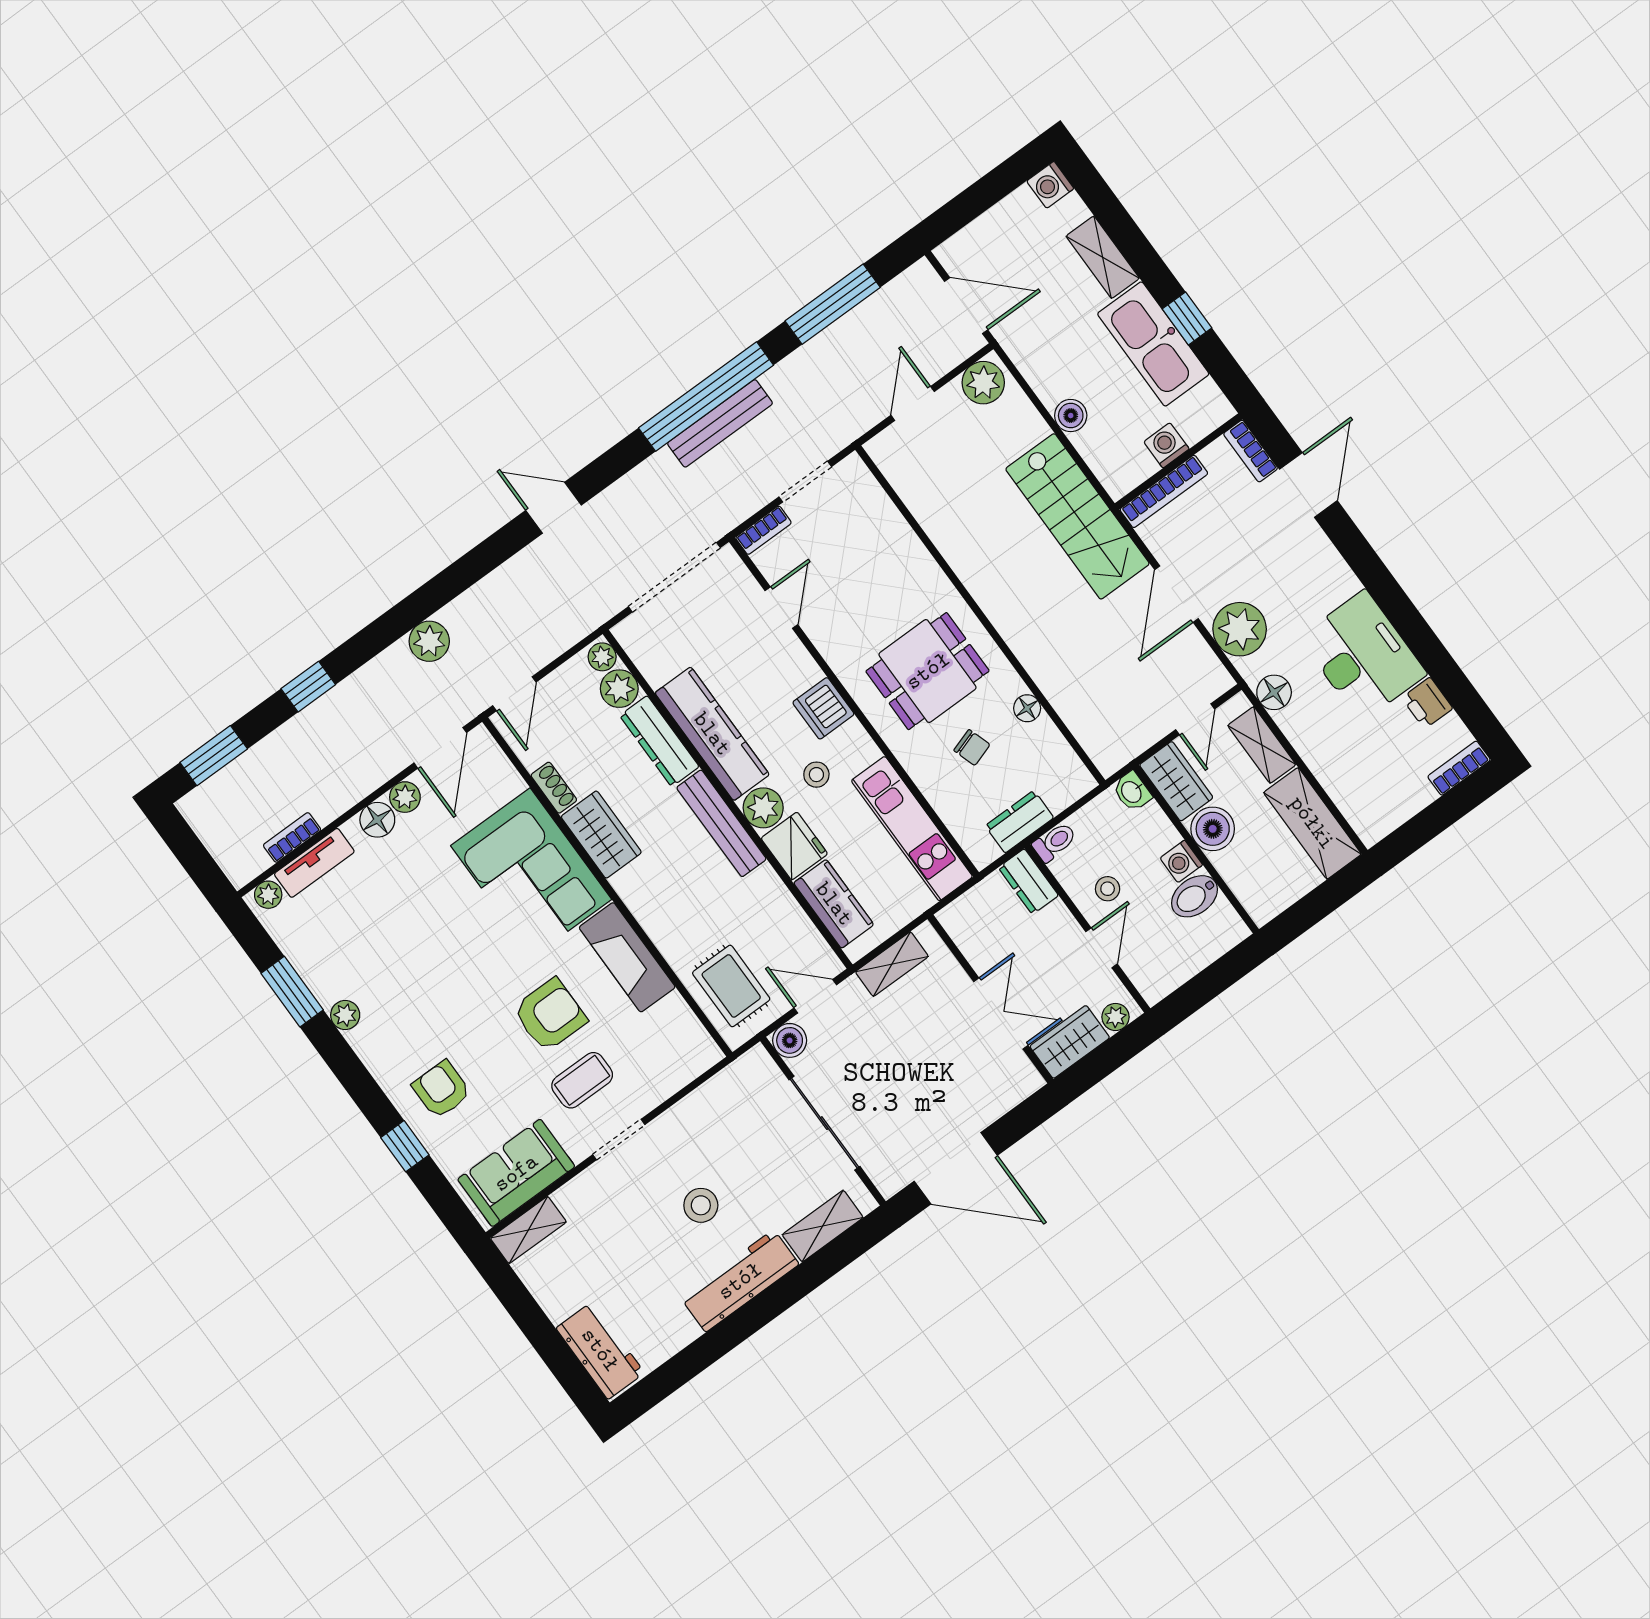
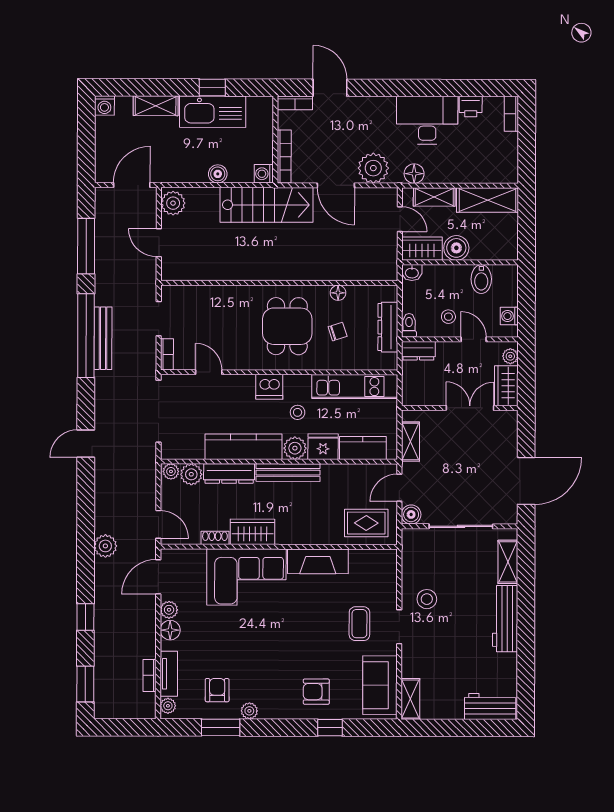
washing machine: (1166, 445) -> (264, 174), moved
door: (440, 748) -> (158, 577), swing flipped
dresser: (1019, 822) -> (388, 327), width x1.44
washing machine: (1181, 861) -> (509, 316), moved, turned 90
armchair: (550, 1015) -> (217, 690), moved, width x0.72, depth x0.72
stool: (701, 1205) -> (427, 599), moved

